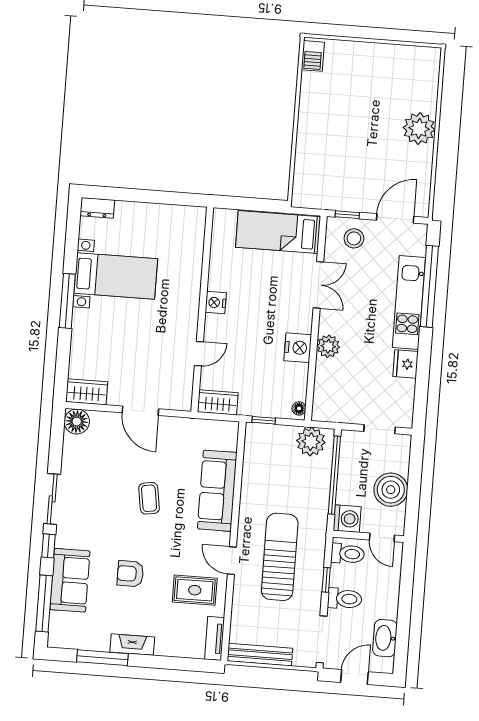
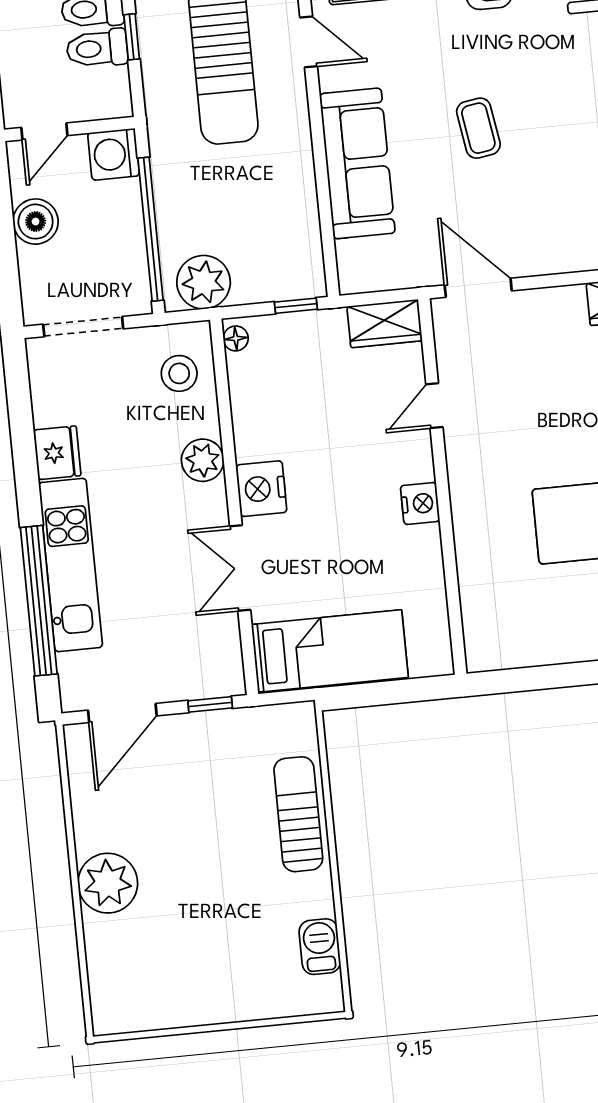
barbecue: (313, 56) -> (320, 947), moved
sun lounger: (310, 147) -> (298, 814), added
stool: (354, 238) -> (179, 373), moved
nightstand: (298, 348) -> (261, 489), moved
door: (140, 411) -> (478, 288), moved
doorway: (380, 429) -> (83, 327), width x1.38
boiler: (391, 490) -> (36, 222), width x0.73, depth x0.73
door: (382, 537) -> (44, 131), swing flipped
toilet: (348, 554) -> (97, 48), moved

